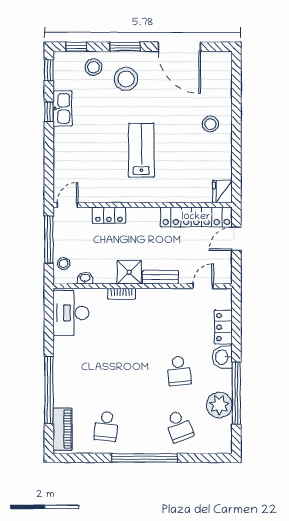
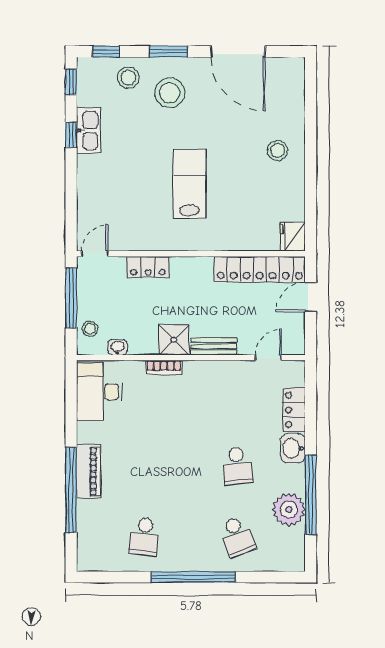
piano: (63, 429) -> (89, 471), moved

